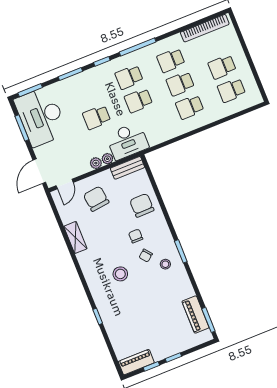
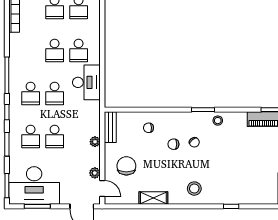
school desk: (171, 60) -> (31, 137), moved
desk: (127, 141) -> (86, 82), moved
plant: (96, 163) -> (95, 173), moved
chair: (96, 199) -> (126, 166), turned 97
chair: (142, 205) -> (148, 128), width x0.54, depth x0.54
stool: (165, 264) -> (218, 121), moved
stool: (120, 274) -> (194, 189), moved

